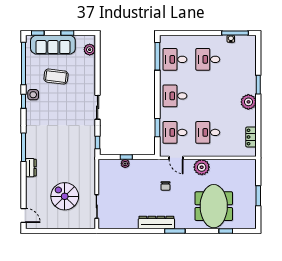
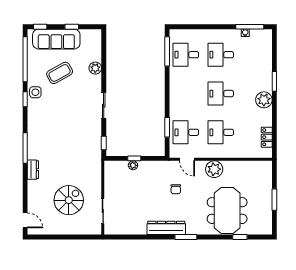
plant: (90, 50) -> (95, 68), moved
coffee table: (56, 77) -> (60, 73), turned -36
desk: (175, 96) -> (221, 94), moved
spiral stairs: (65, 196) -> (69, 200), turned 90

